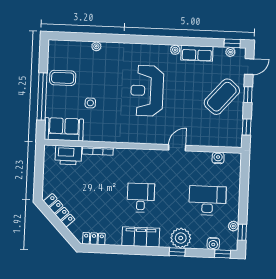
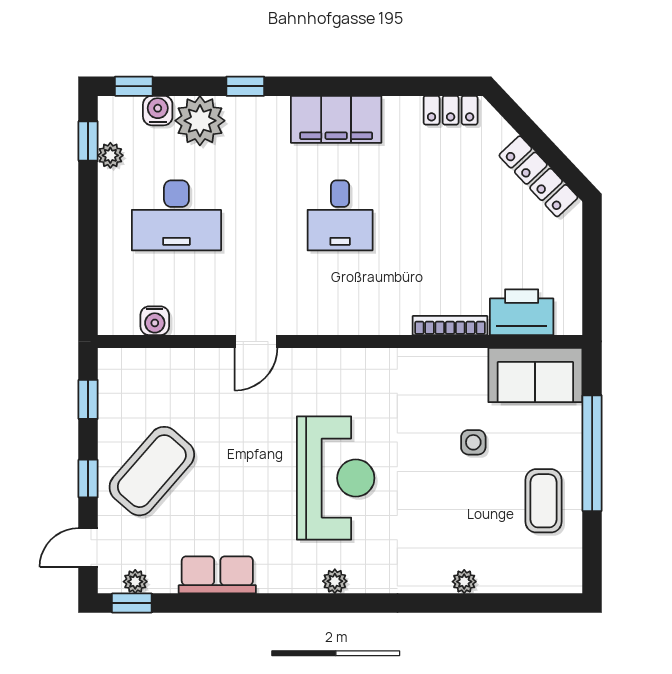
plant: (175, 50) -> (335, 581), moved
coffee table: (63, 78) -> (544, 501), turned 90
plant: (181, 238) -> (200, 121), moved

